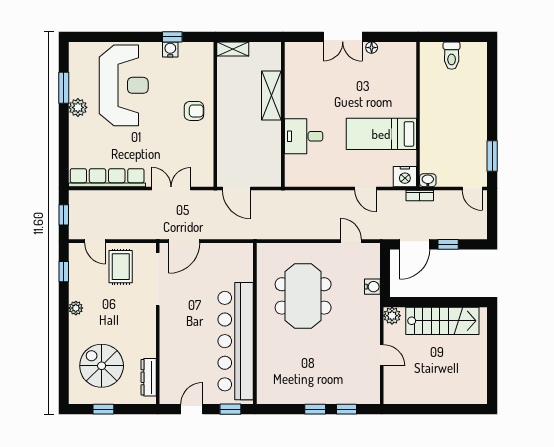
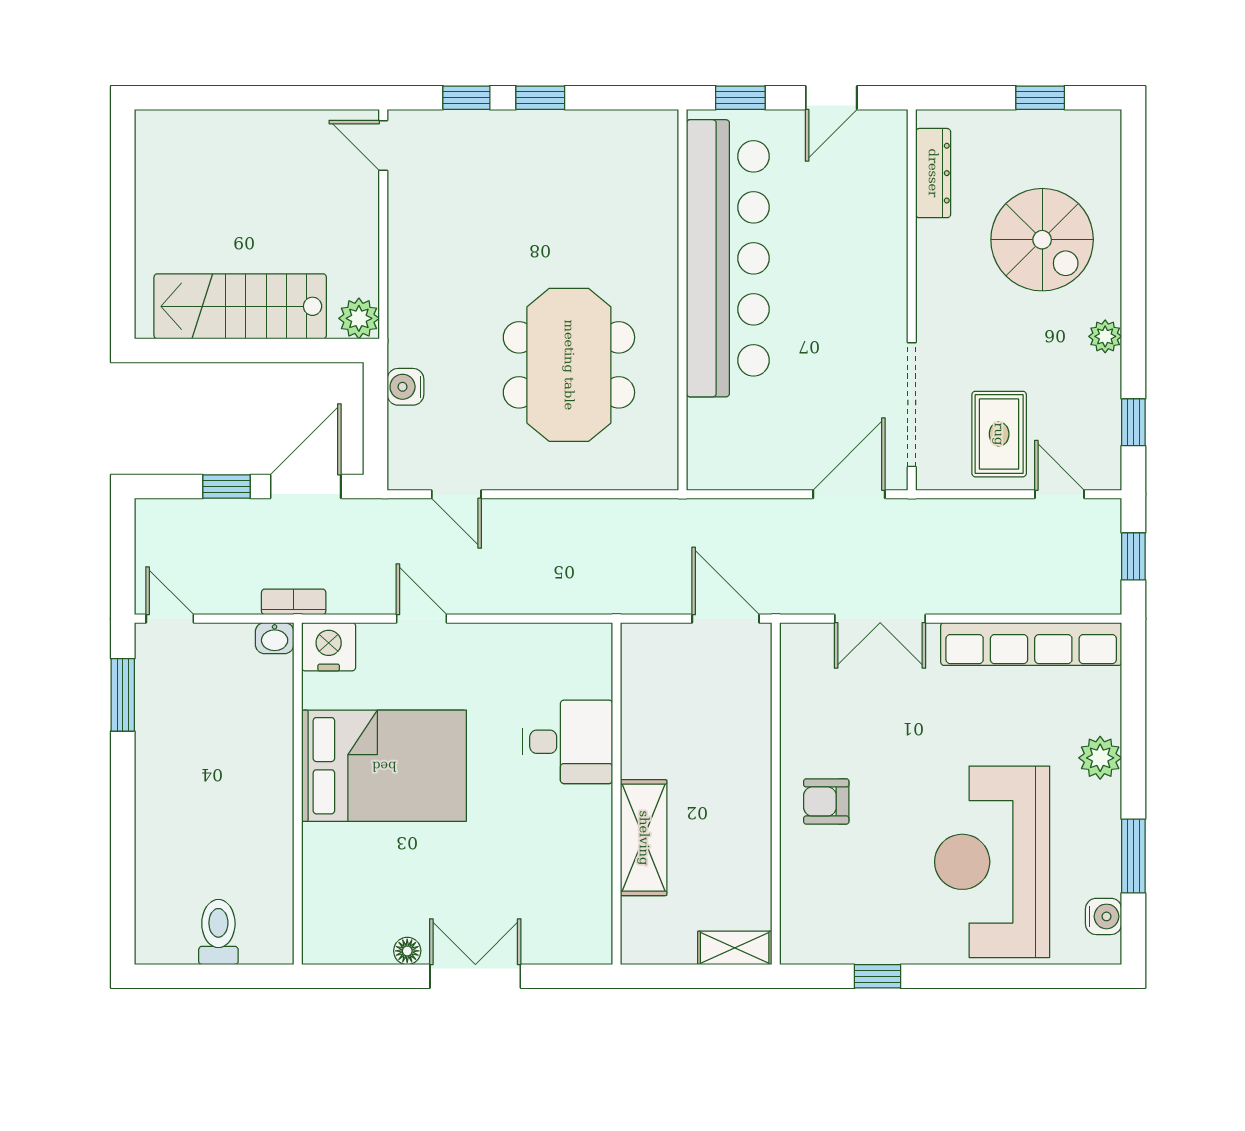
water cooler: (170, 49) -> (1104, 916), moved, turned -90
plant: (78, 107) -> (1100, 758), moved
bed: (381, 134) -> (384, 766), width x1.50
door: (382, 355) -> (383, 145), moved
spiral stairs: (102, 366) -> (1042, 240), moved

